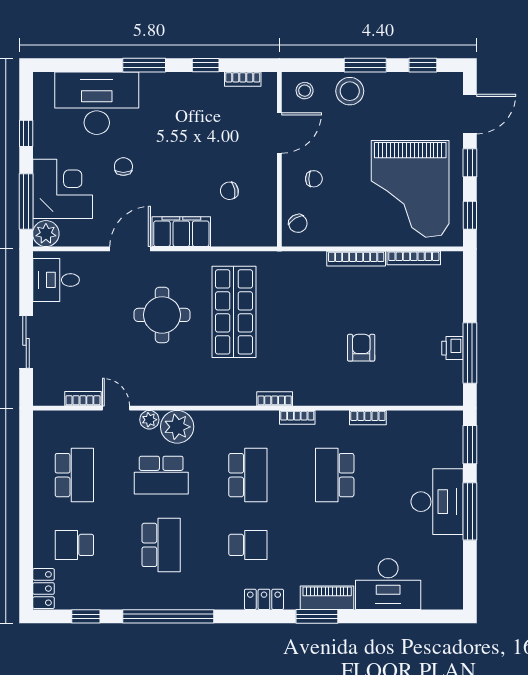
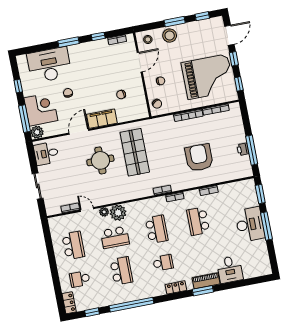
grand piano: (410, 189) -> (208, 77), turned -90
armchair: (361, 348) -> (199, 158), width x1.88, depth x1.88
desk: (388, 584) -> (230, 269), width x0.73

